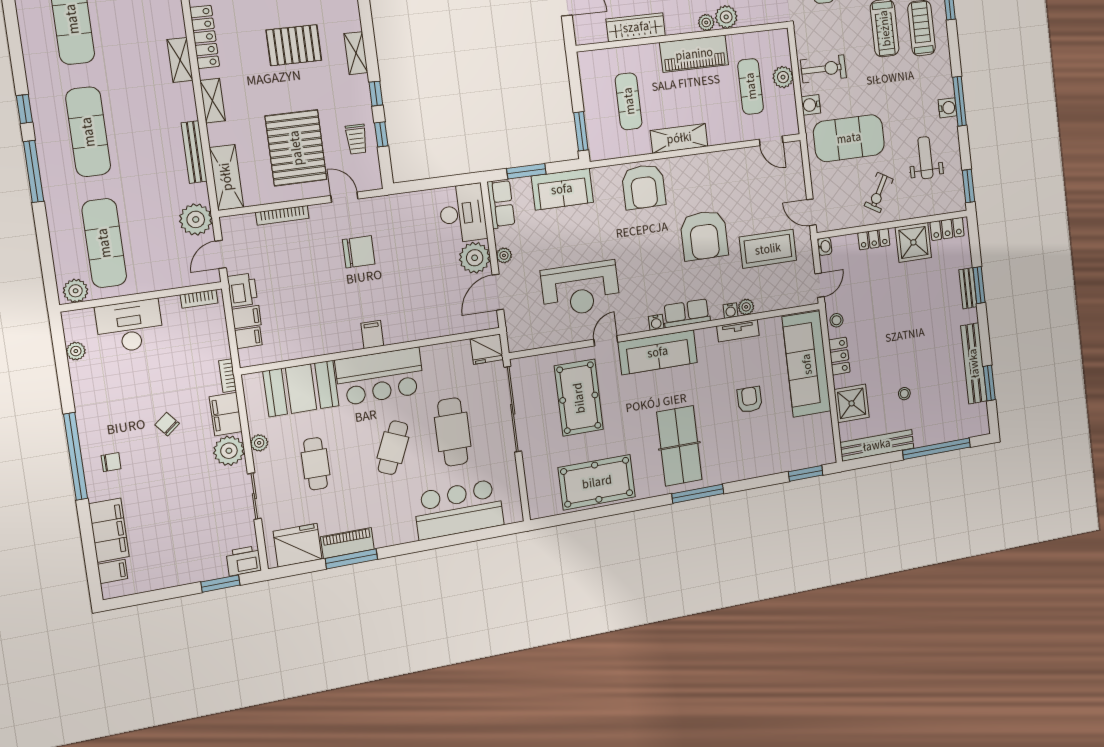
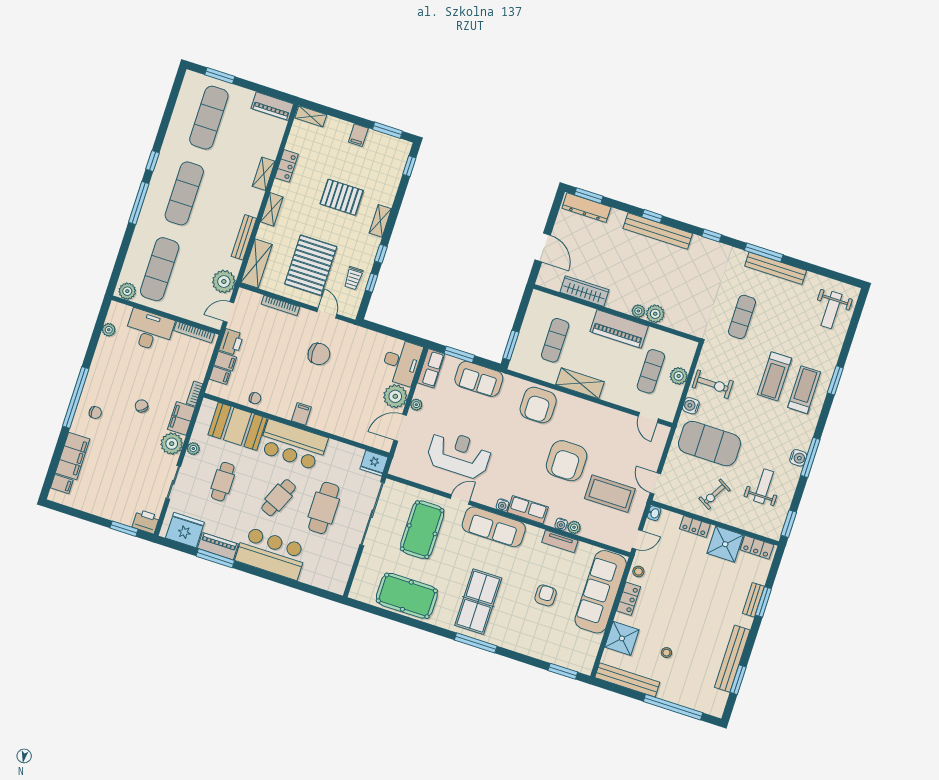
locker: (205, 37) -> (286, 166), width x0.66
reception desk: (580, 289) -> (459, 454), turned 180
bookcase: (199, 299) -> (194, 332), width x1.56
chair: (306, 344) -> (255, 398), added
bar counter: (459, 509) -> (271, 553), moved

